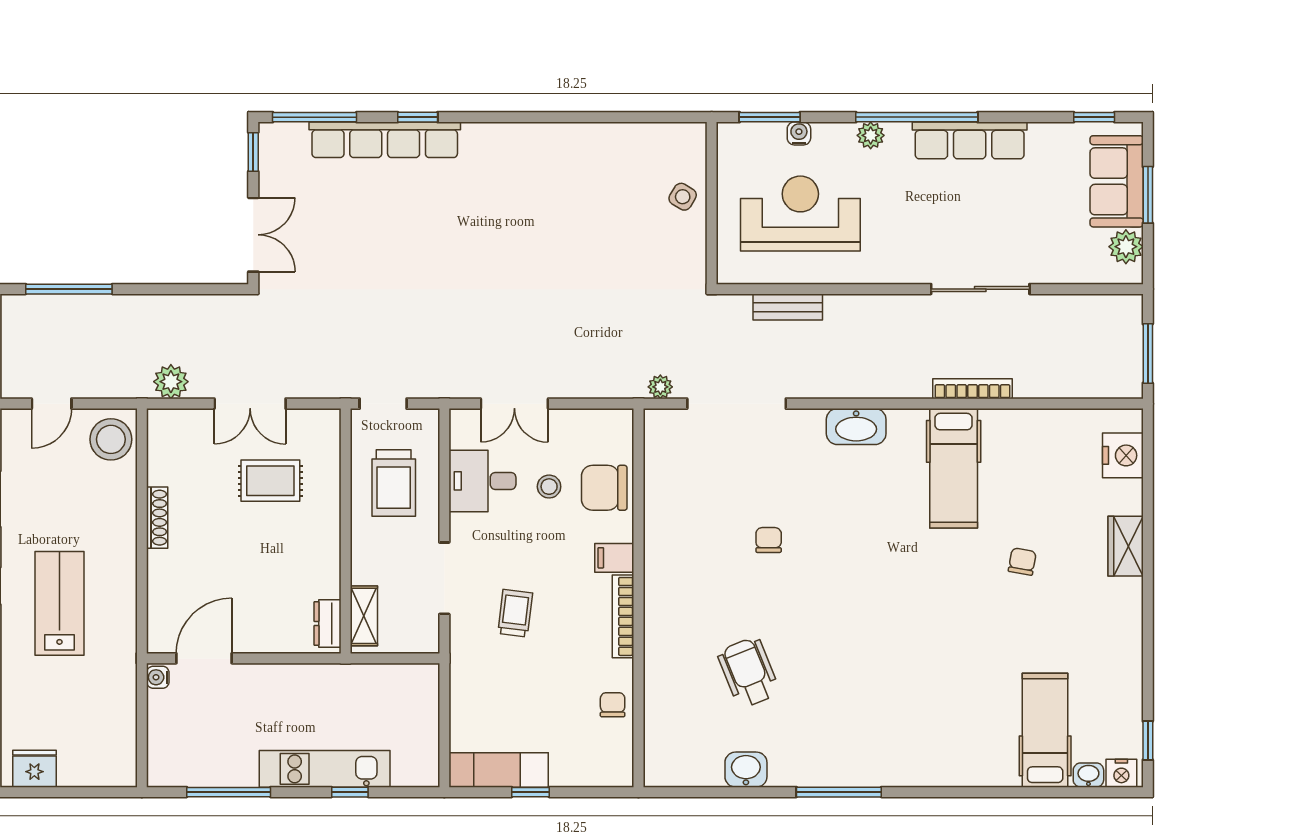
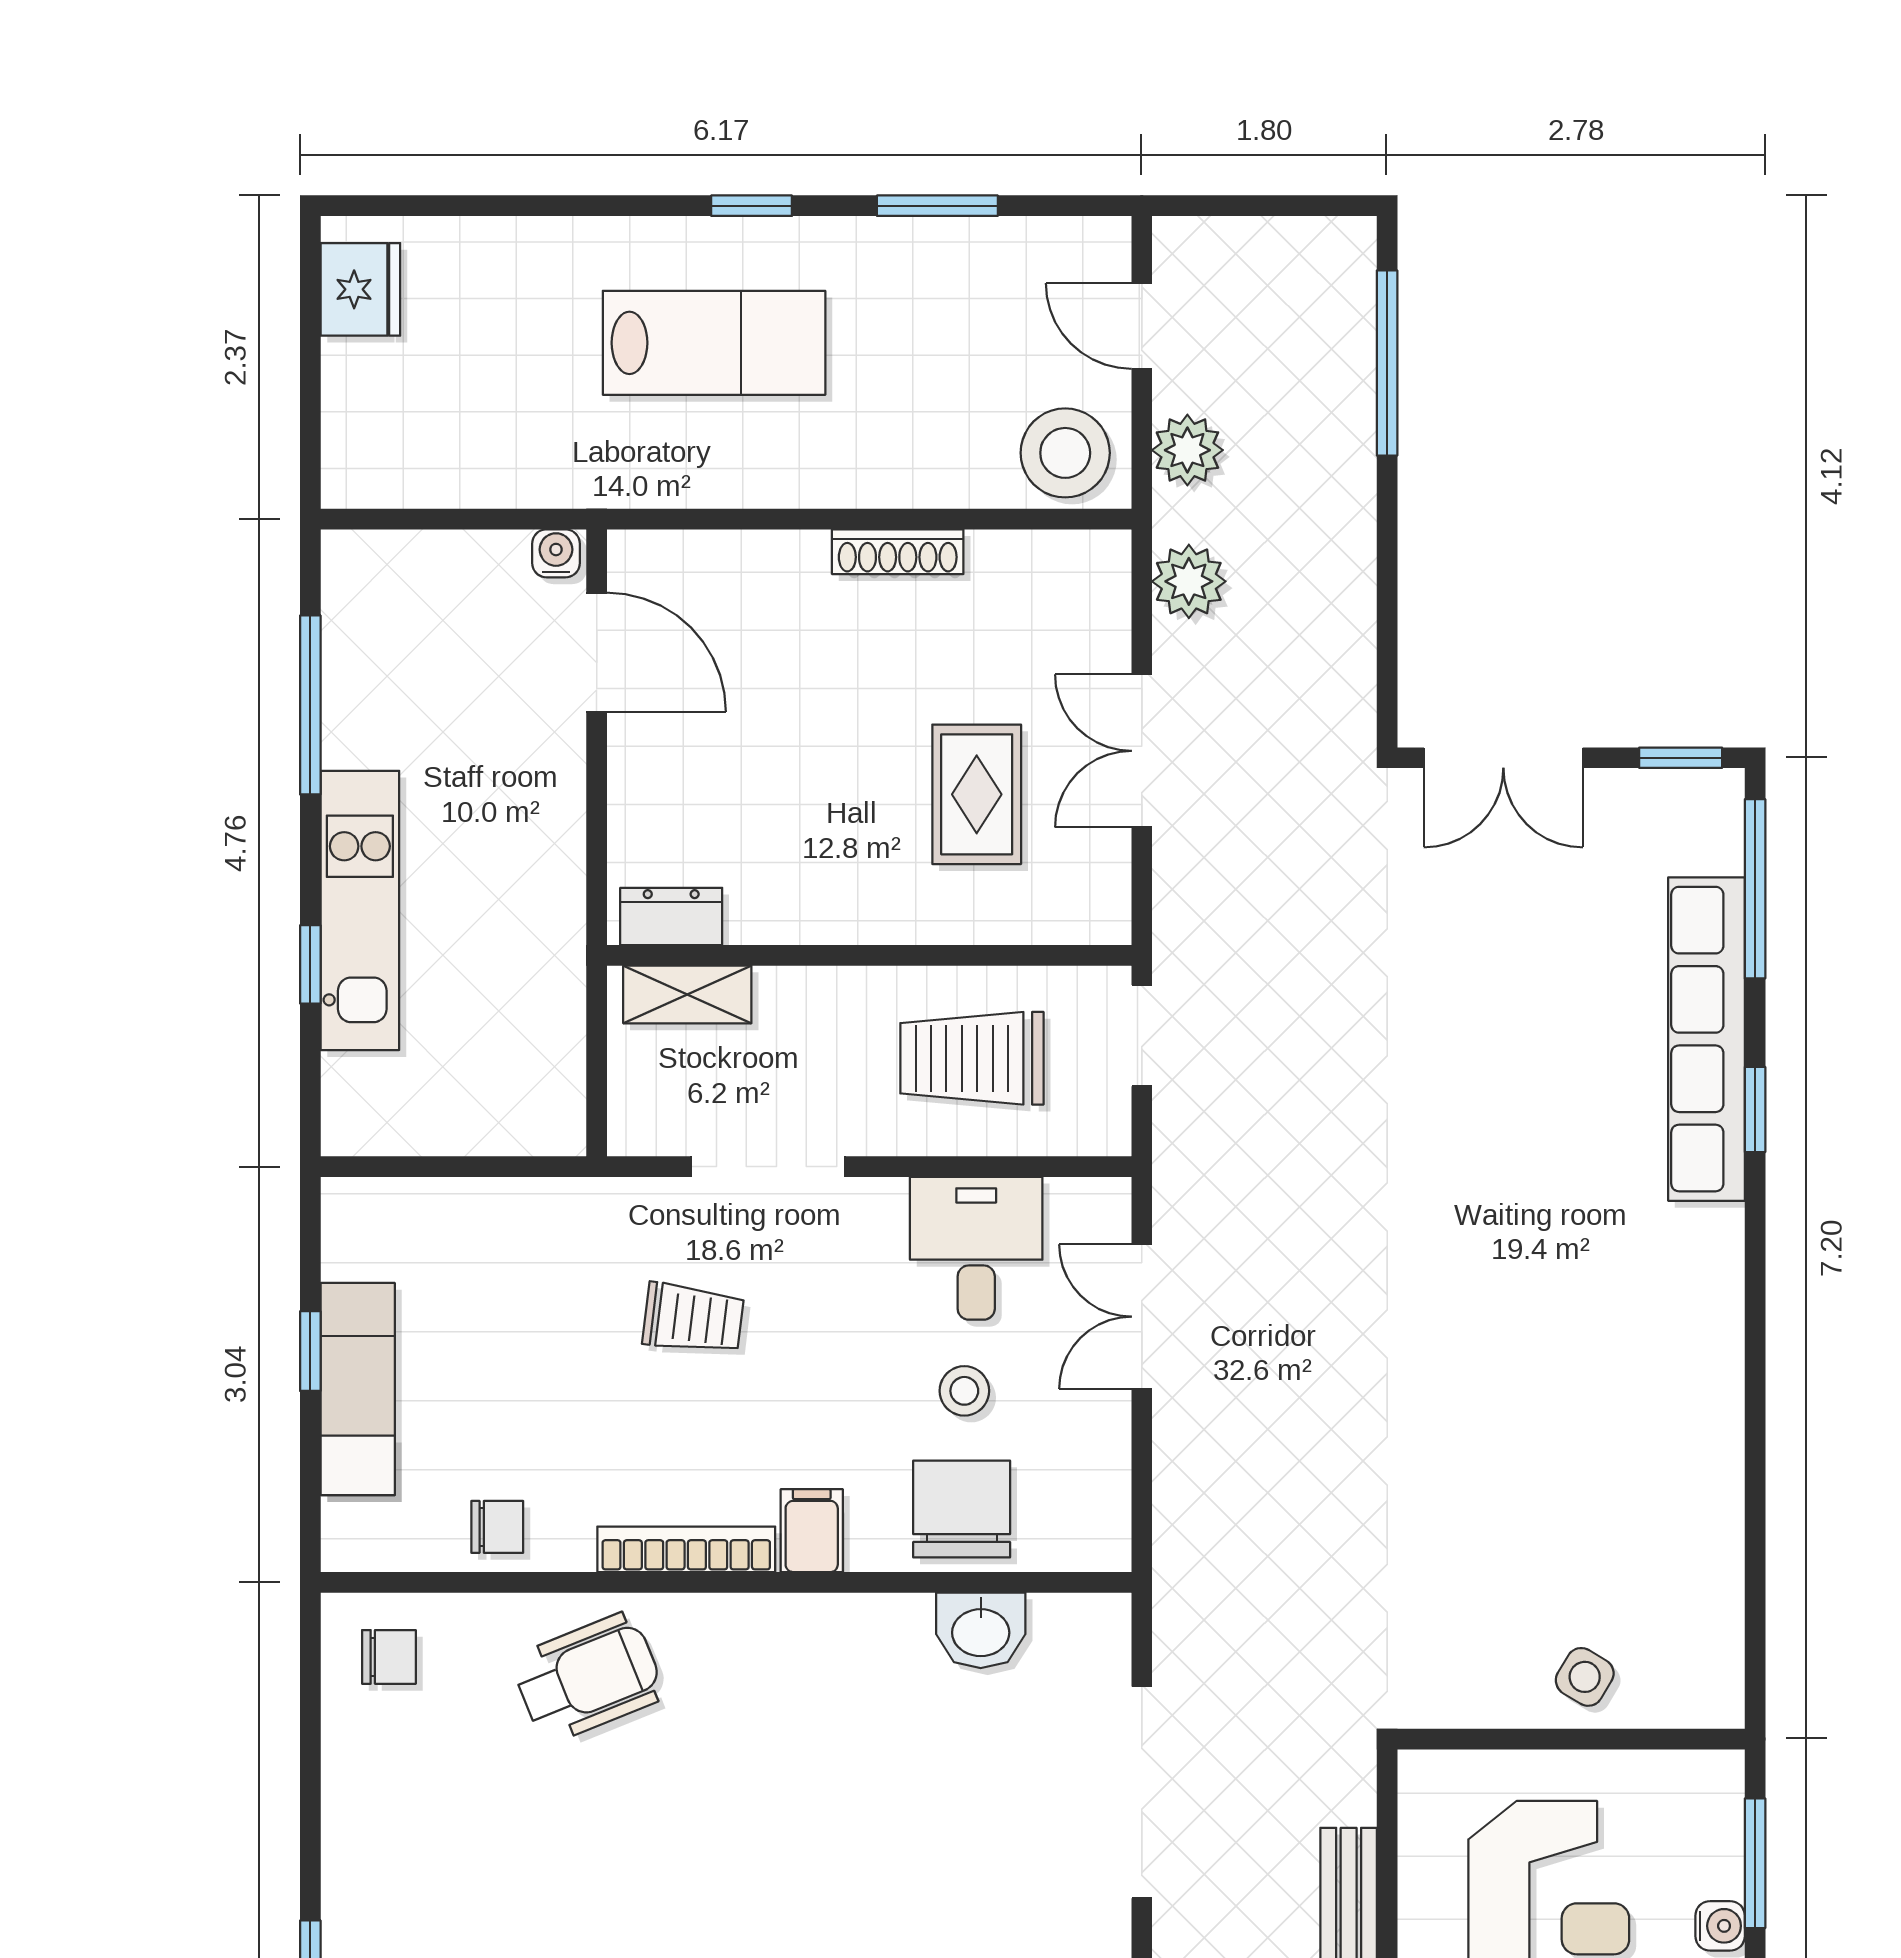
plant: (660, 387) -> (1187, 450), moved, width x1.38, depth x1.38
chair: (769, 540) -> (389, 1657), moved
wheelchair: (748, 672) -> (588, 1678), moved
exam couch: (499, 770) -> (358, 1389), moved
washbasin: (746, 770) -> (981, 1630), moved, turned 90

